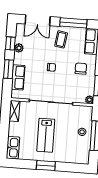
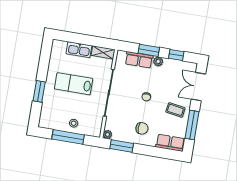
plant: (19, 48) -> (158, 62), moved
kitchen sink: (13, 148) -> (79, 50), moved
window: (46, 166) -> (39, 91), moved

